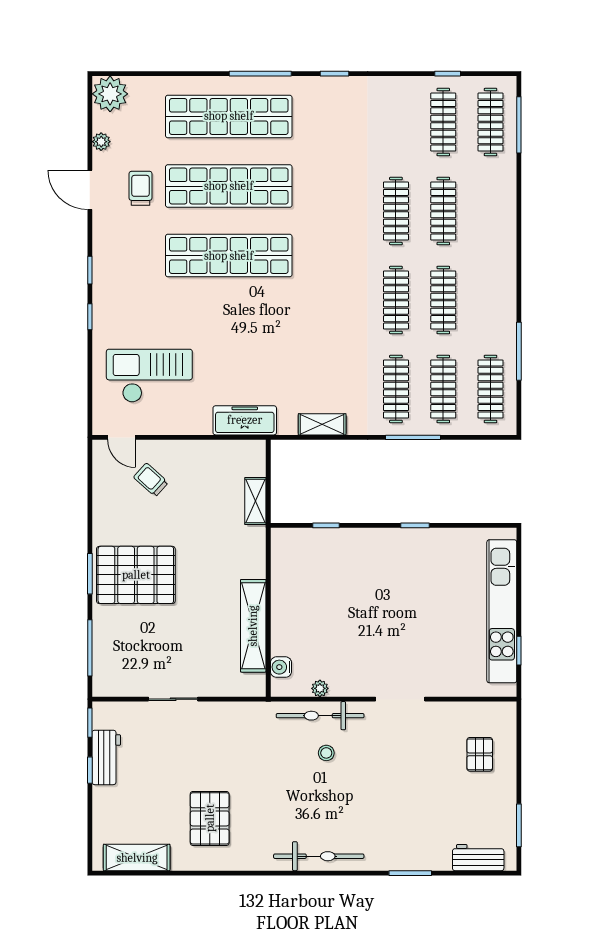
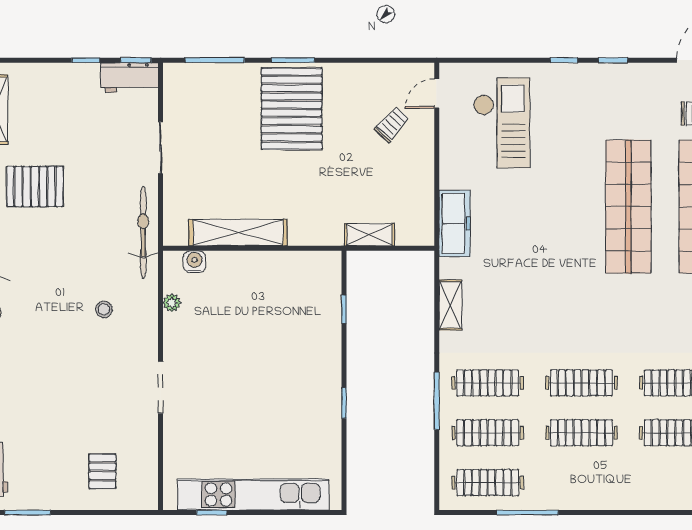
bicycle: (320, 716) -> (143, 232), moved
pallet: (480, 754) -> (102, 471), turned 90
workbench: (106, 757) -> (129, 77), moved

